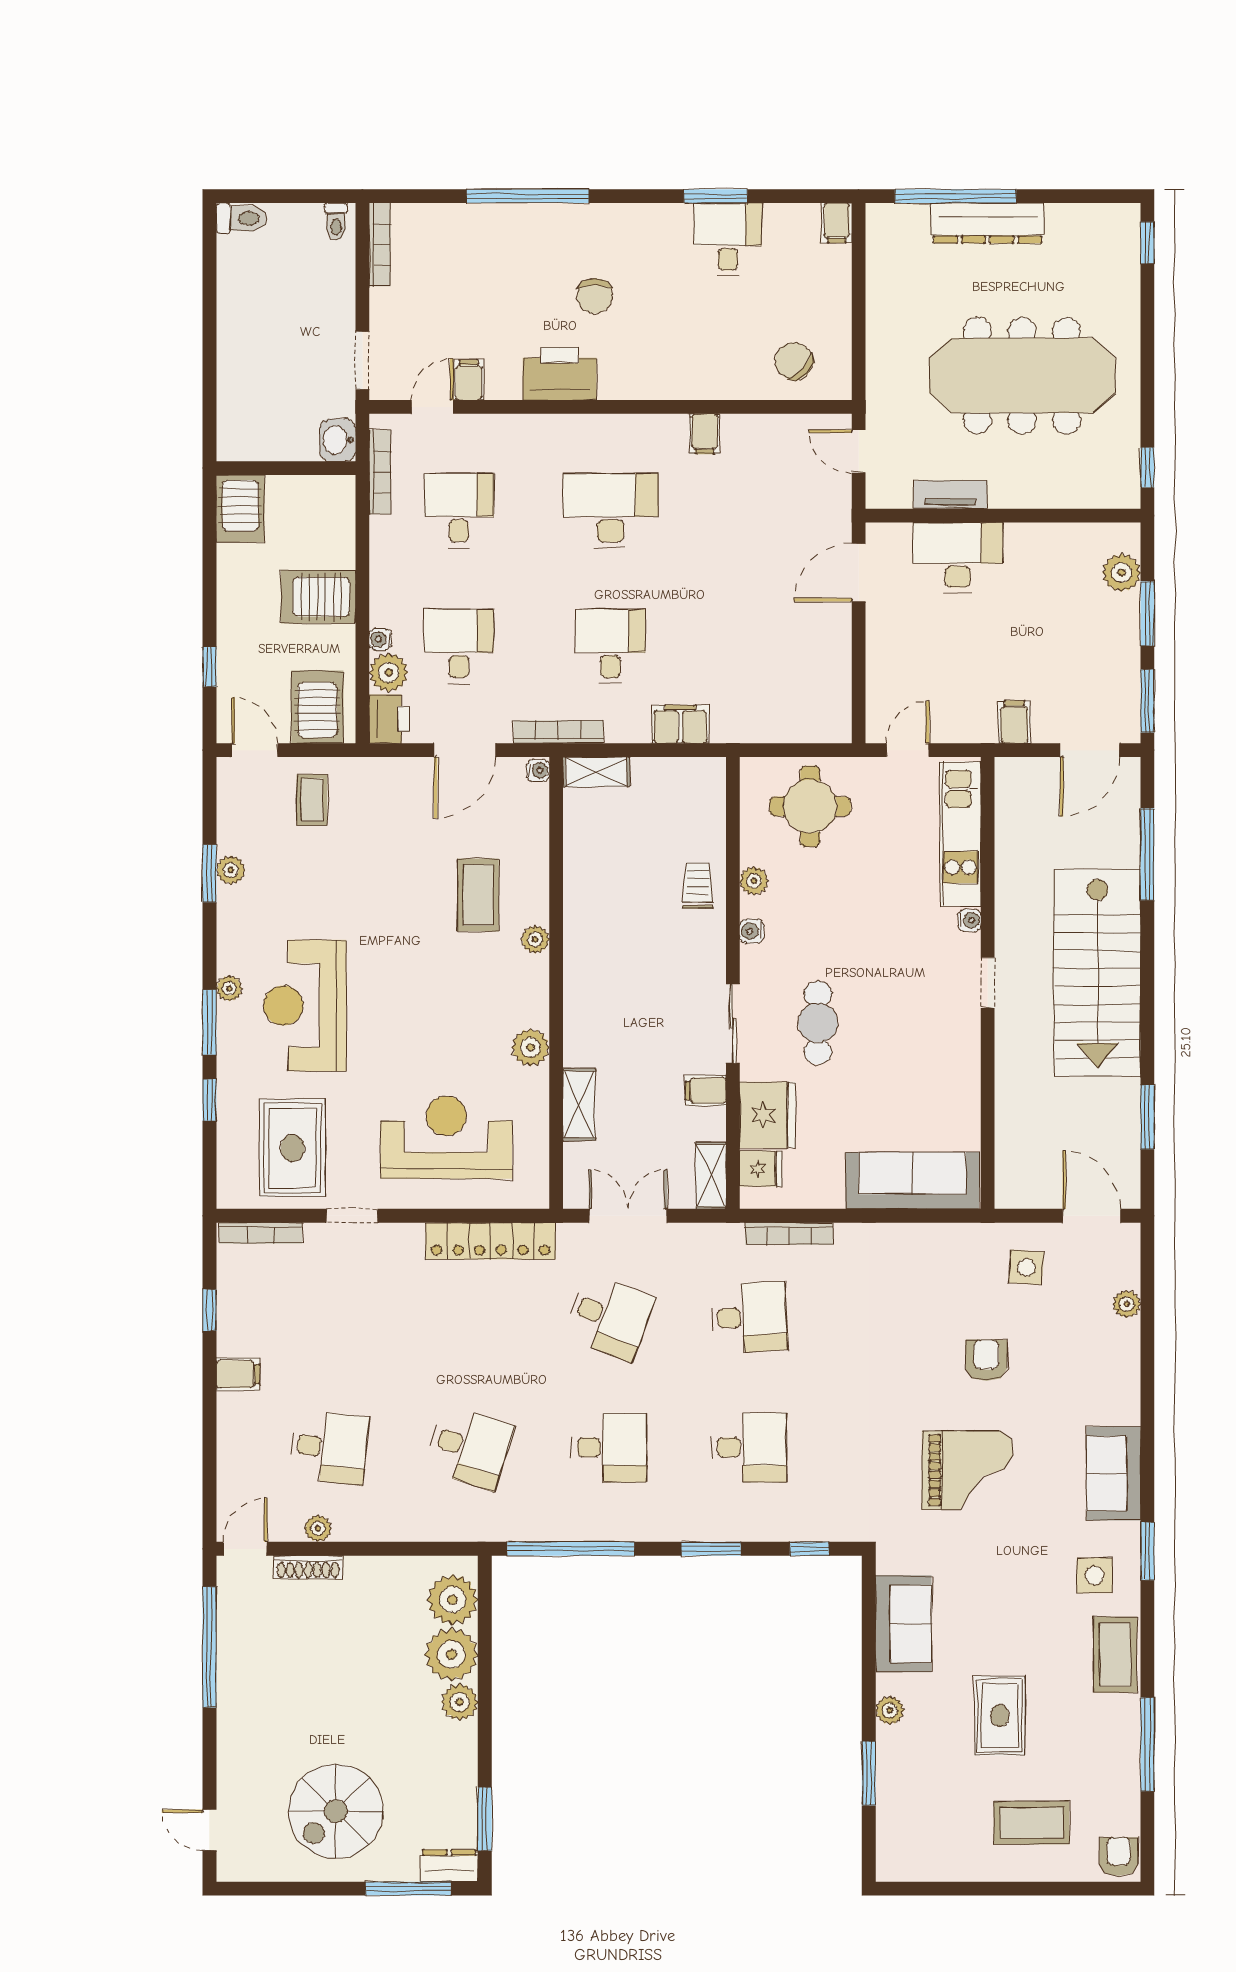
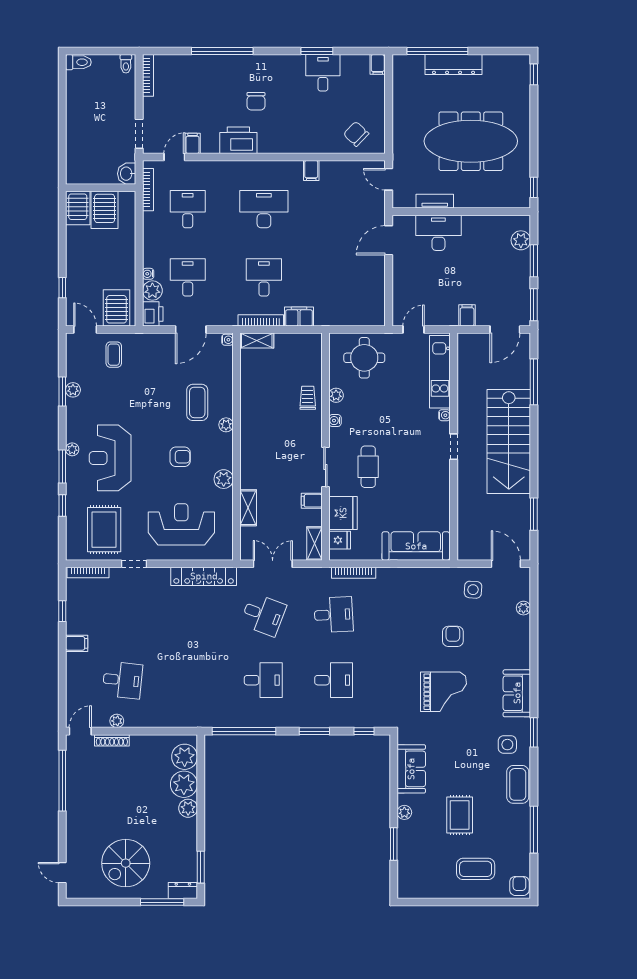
server rack: (318, 597) -> (105, 210), moved, turned -90
bookcase: (558, 732) -> (261, 320), moved
armchair: (444, 1003) -> (180, 457), added
desk: (469, 1447) -> (193, 680), removed

